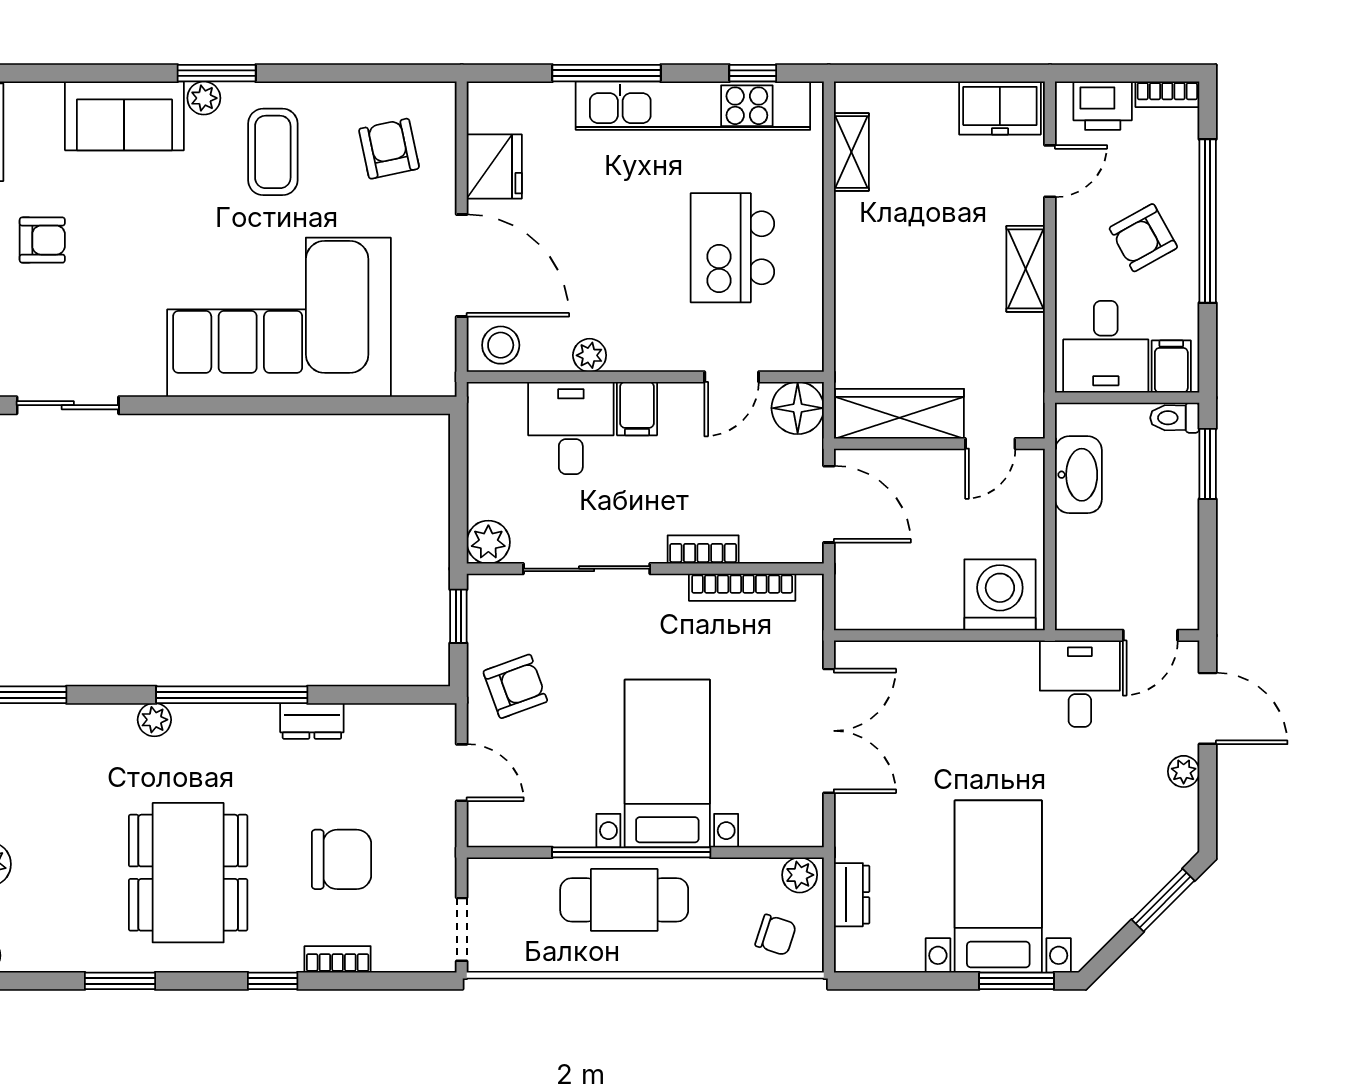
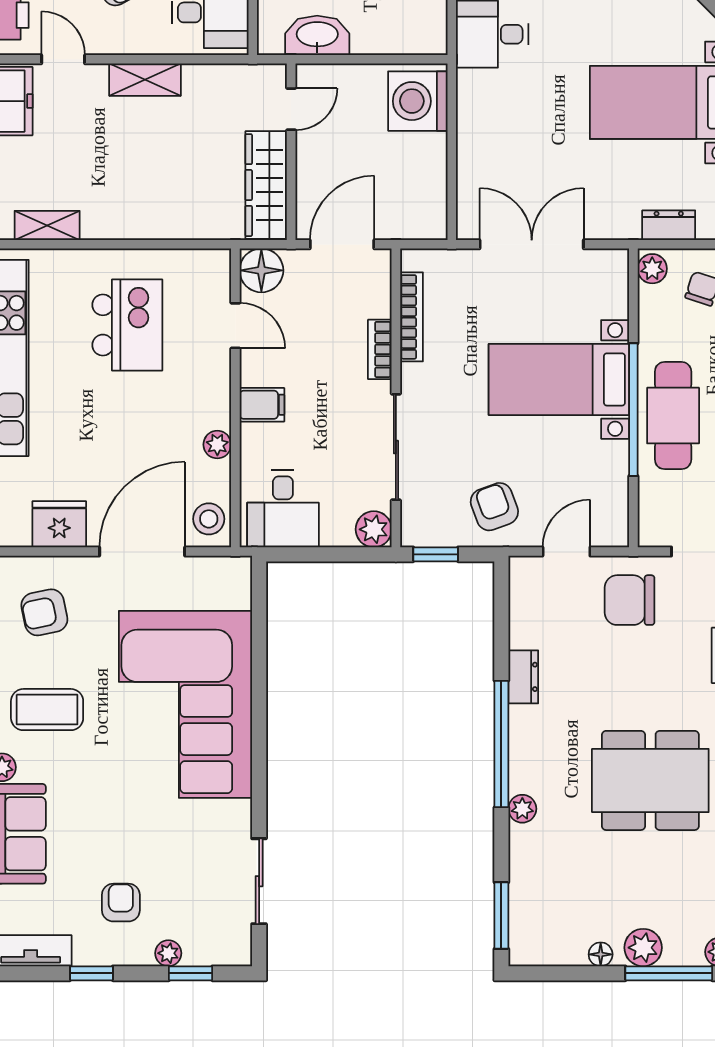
kitchen island: (732, 248) -> (127, 325), turned -90
desk: (571, 428) -> (283, 509), moved, turned -90
door: (990, 444) -> (291, 109), hinge flipped
chair: (342, 859) -> (630, 600), moved, turned -90

